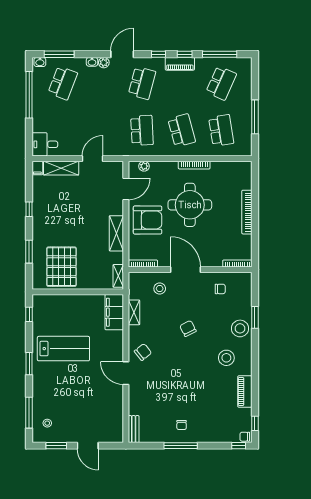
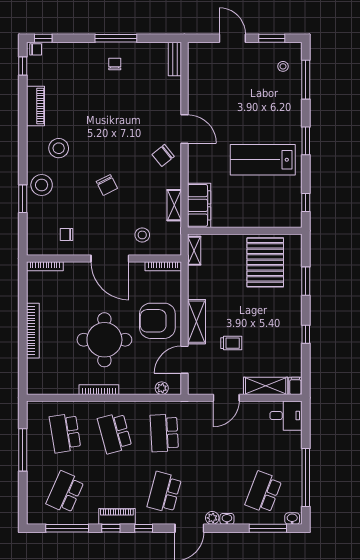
trolley: (89, 202) -> (231, 343), added
shelving: (116, 233) -> (196, 322), moved

